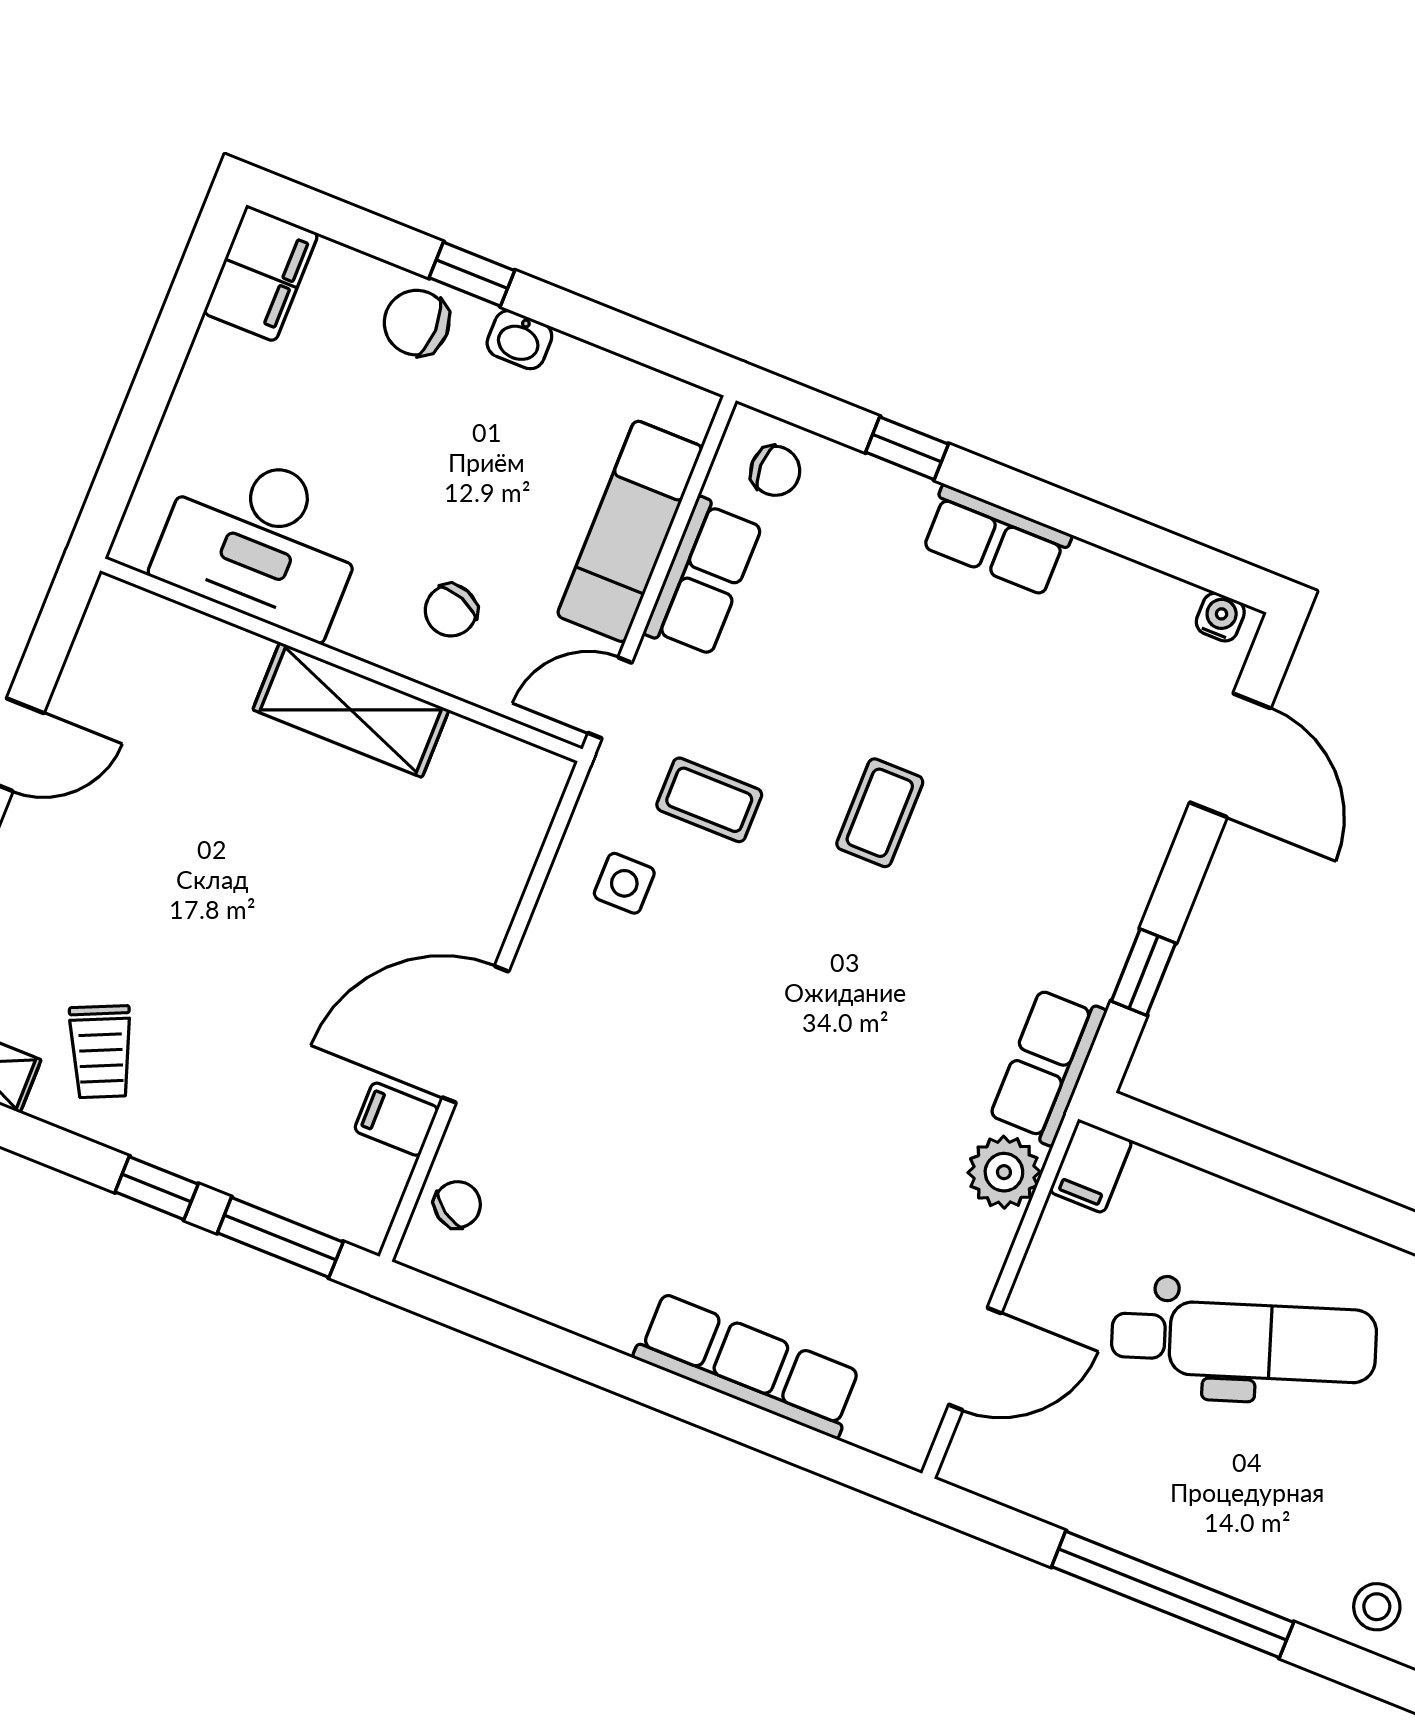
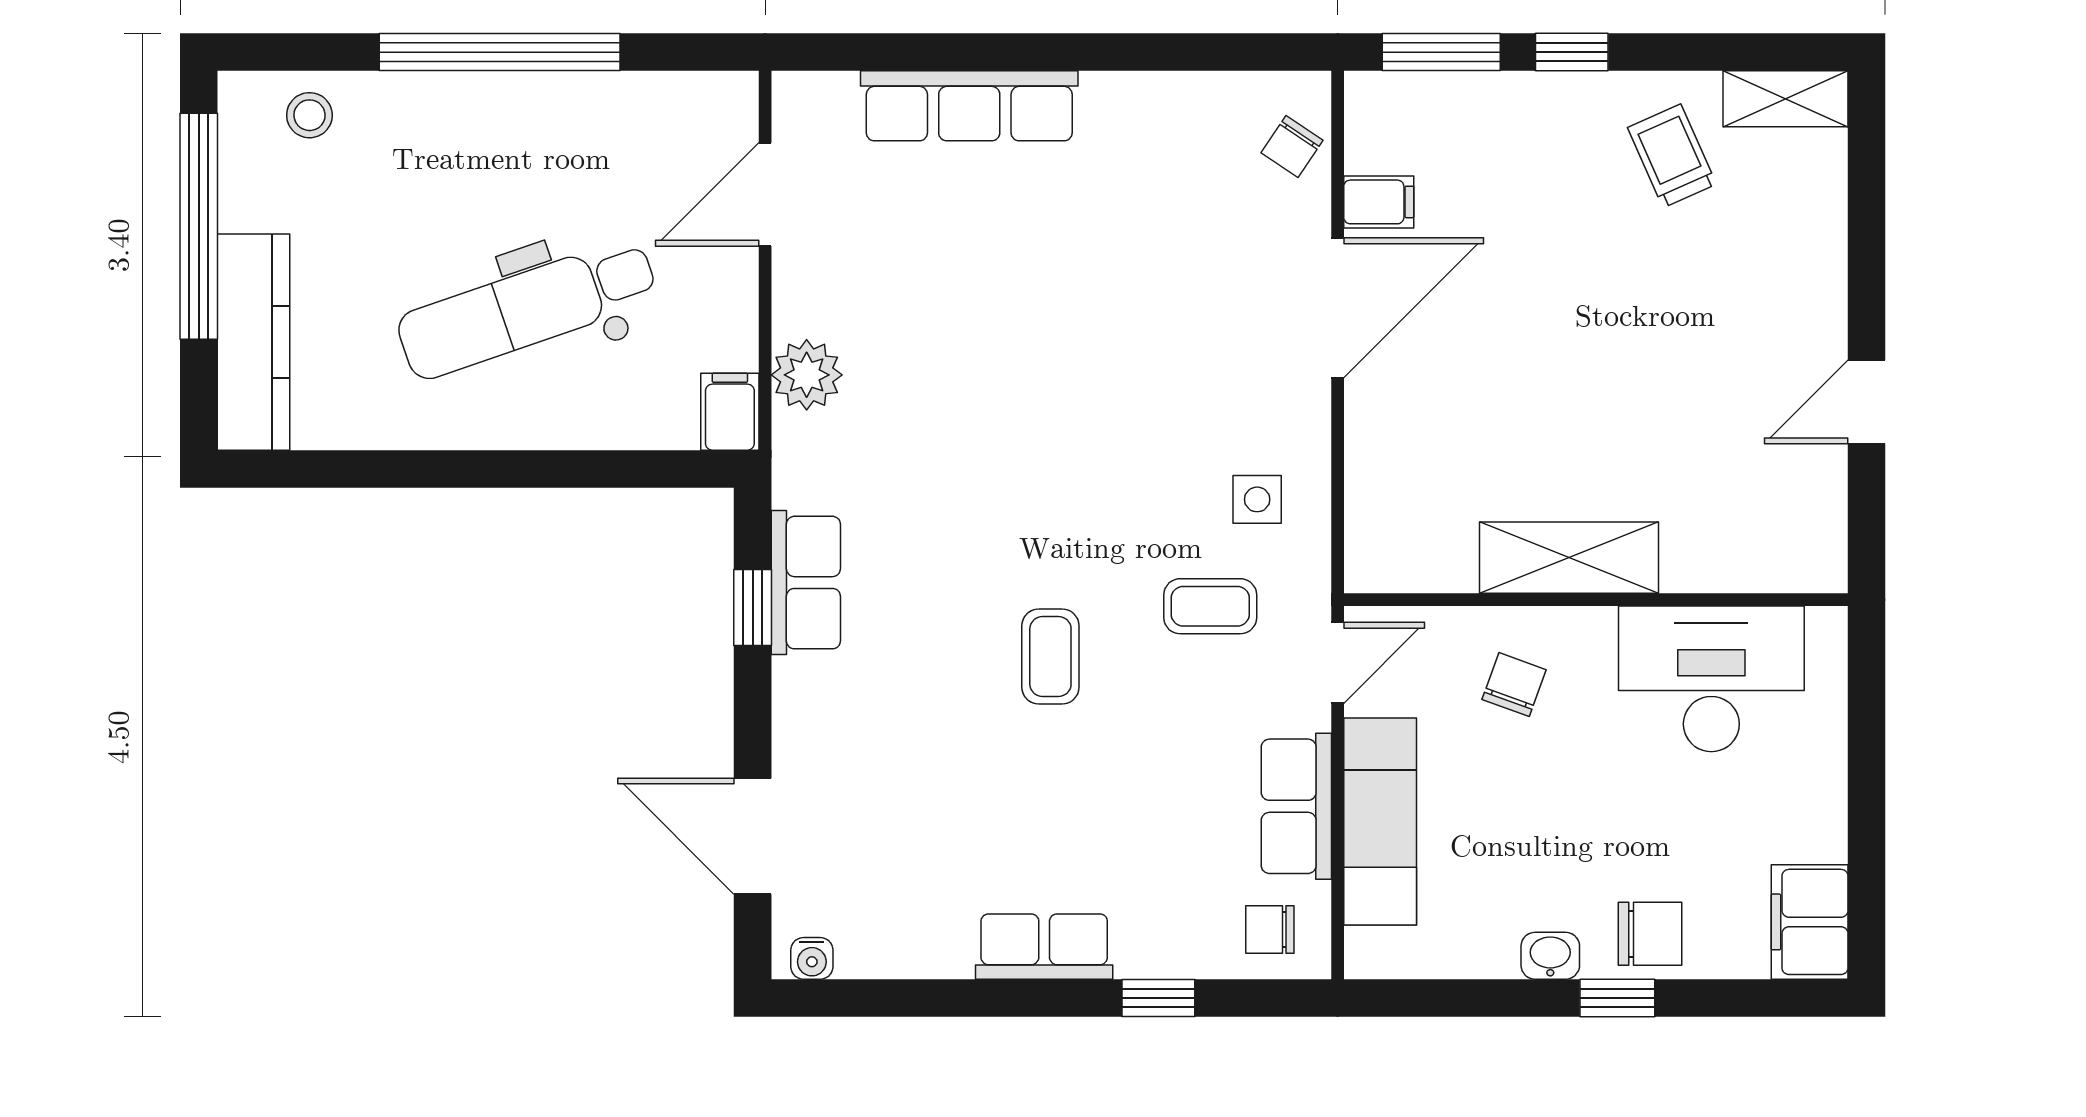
row of seats: (1048, 1066) -> (806, 583), moved

